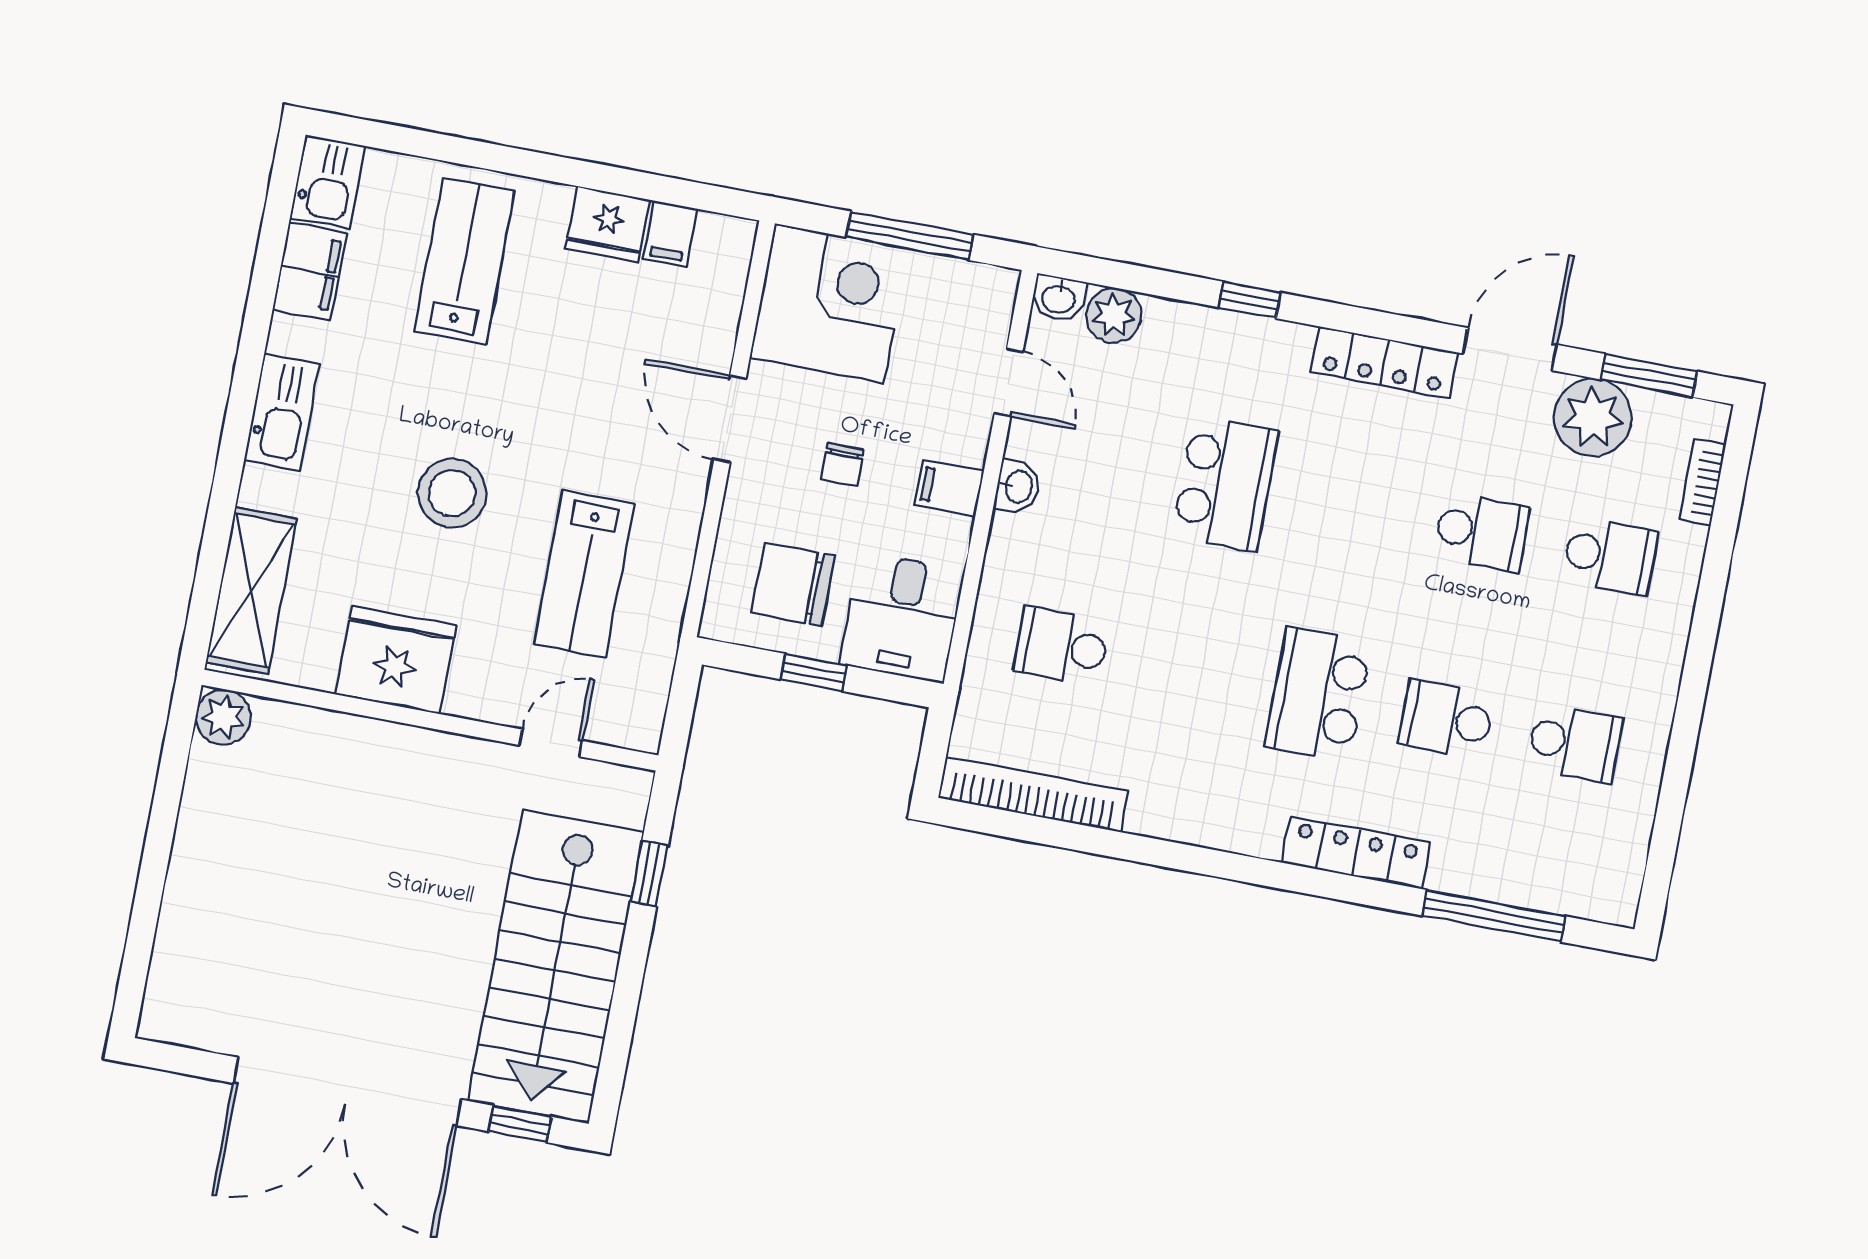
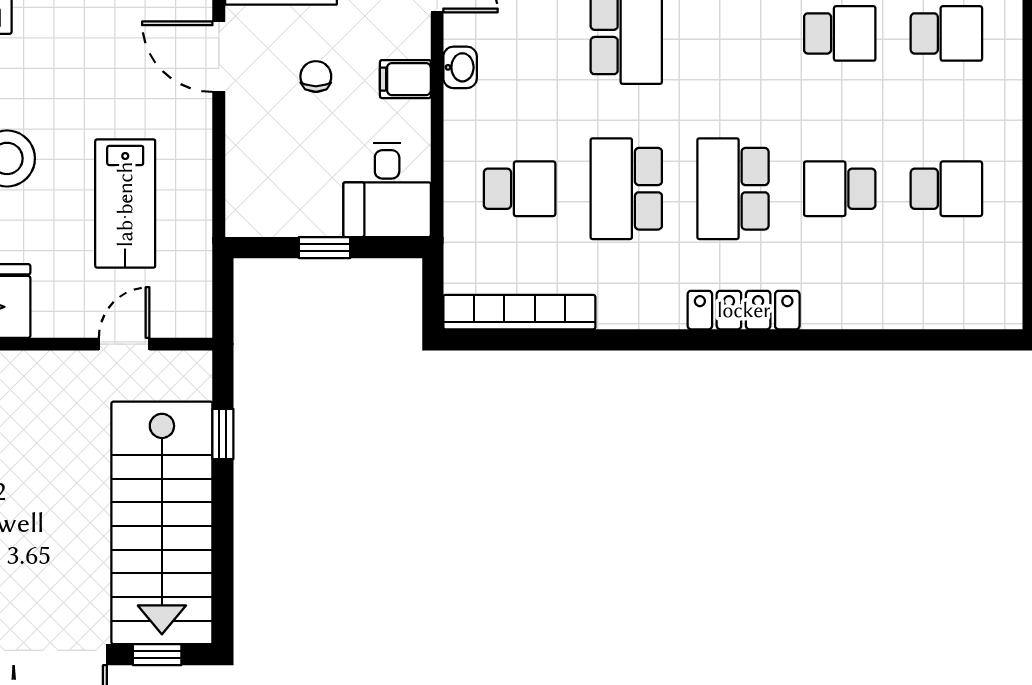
chair: (842, 465) -> (316, 76), turned 180
chair: (793, 584) -> (295, 180), removed
school desk: (1062, 646) -> (520, 189), turned 180
school desk: (1190, 670) -> (626, 189), added
locker: (1356, 853) -> (744, 310), moved
window: (1494, 916) -> (907, 340), removed

